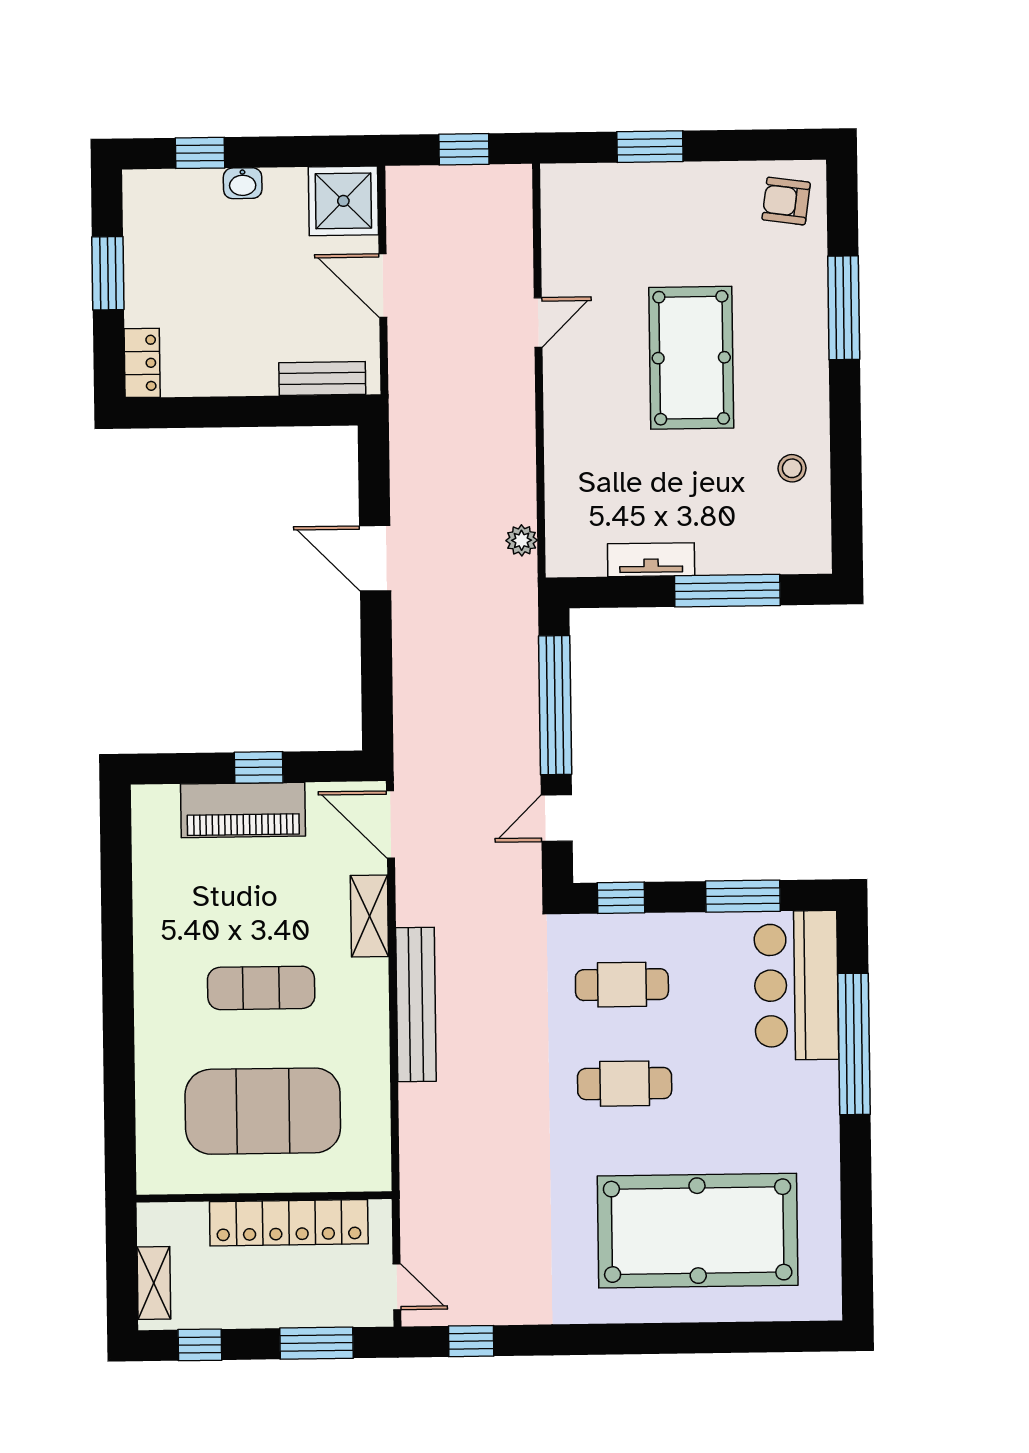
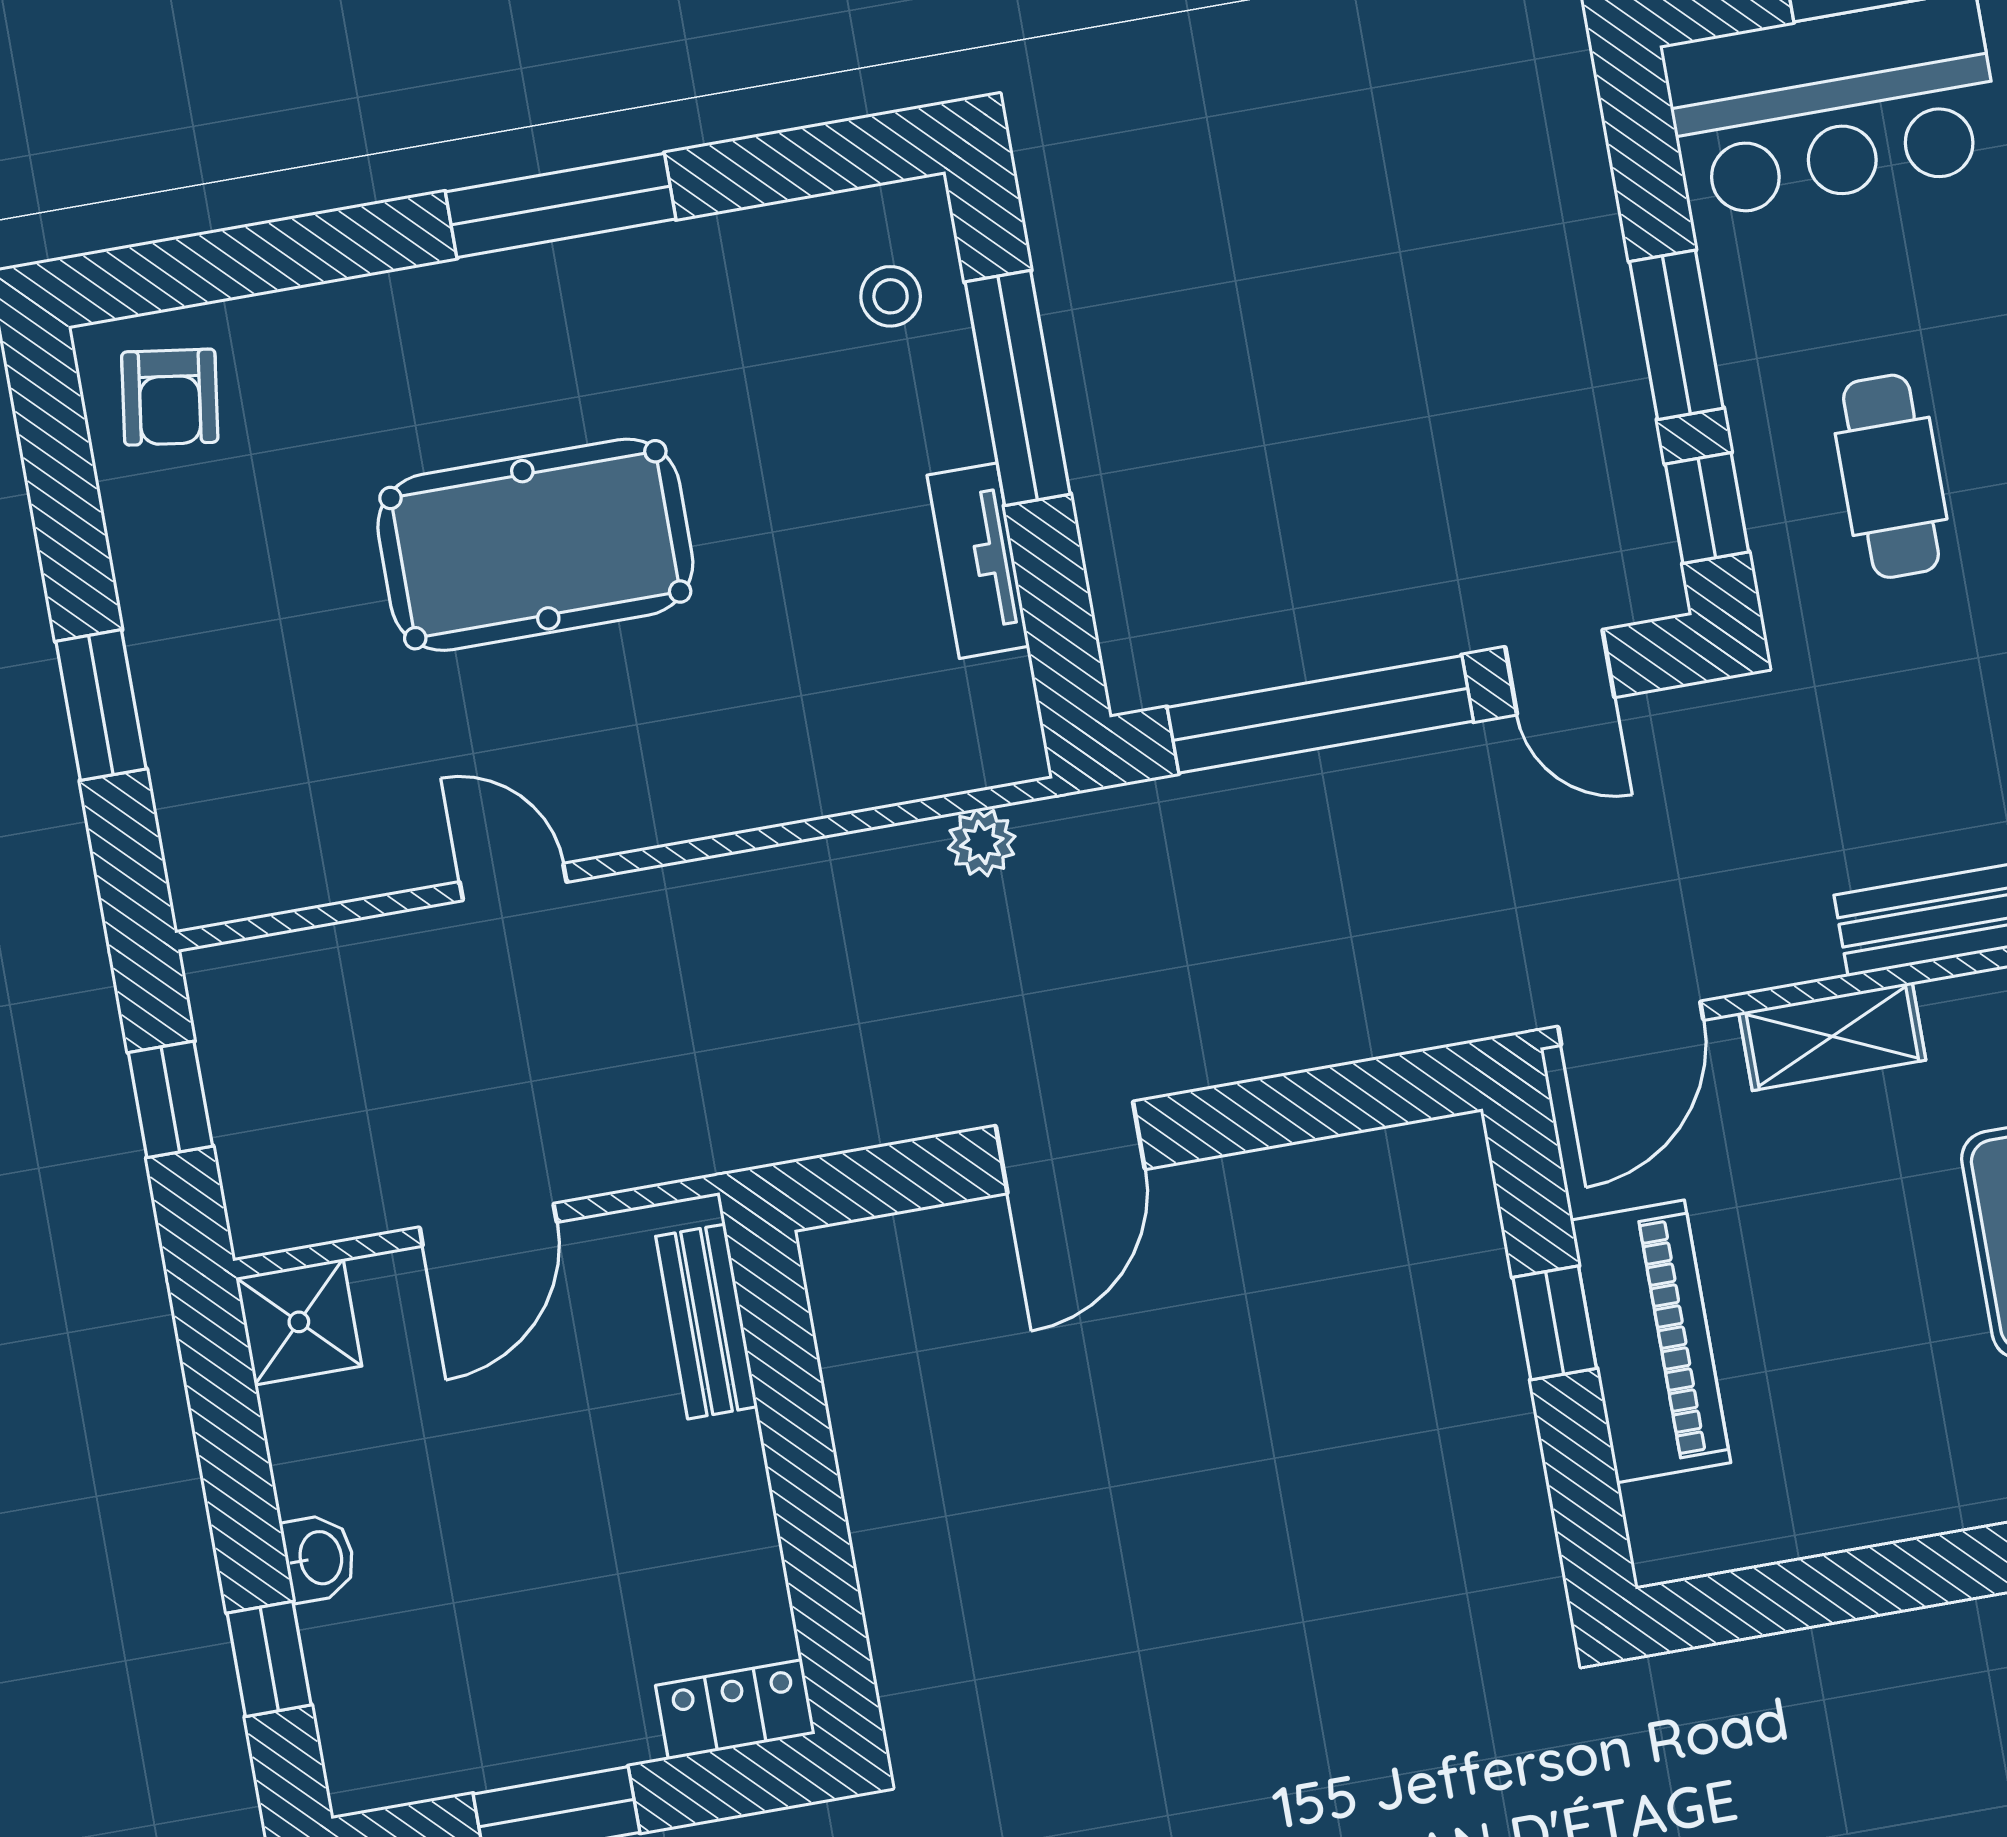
shower: (343, 201) -> (299, 1322), width x0.73, depth x0.73
window: (844, 308) -> (561, 205), moved
stool: (792, 468) -> (891, 296), moved
window: (743, 896) -> (1676, 335), moved

